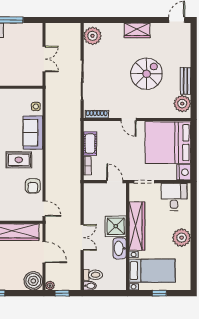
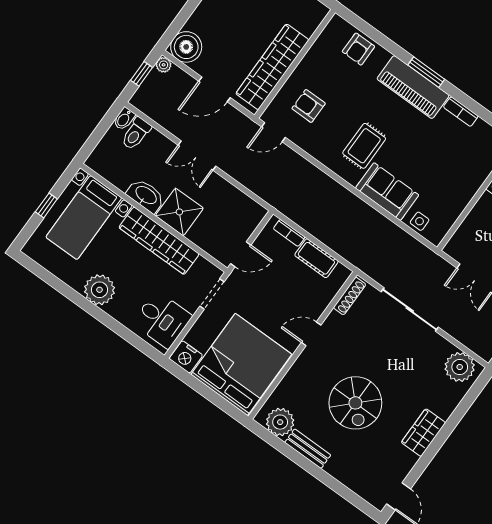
armchair: (33, 186) -> (309, 106), moved

